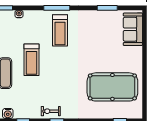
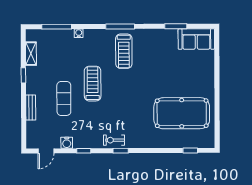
sofa: (133, 29) -> (196, 39), moved, turned -90
treadmill: (31, 60) -> (93, 84), turned 180

